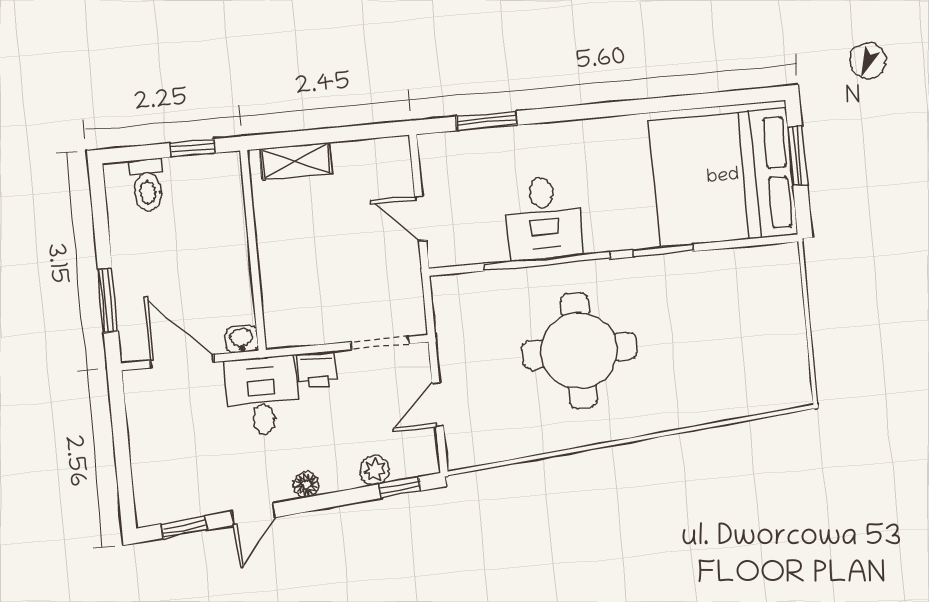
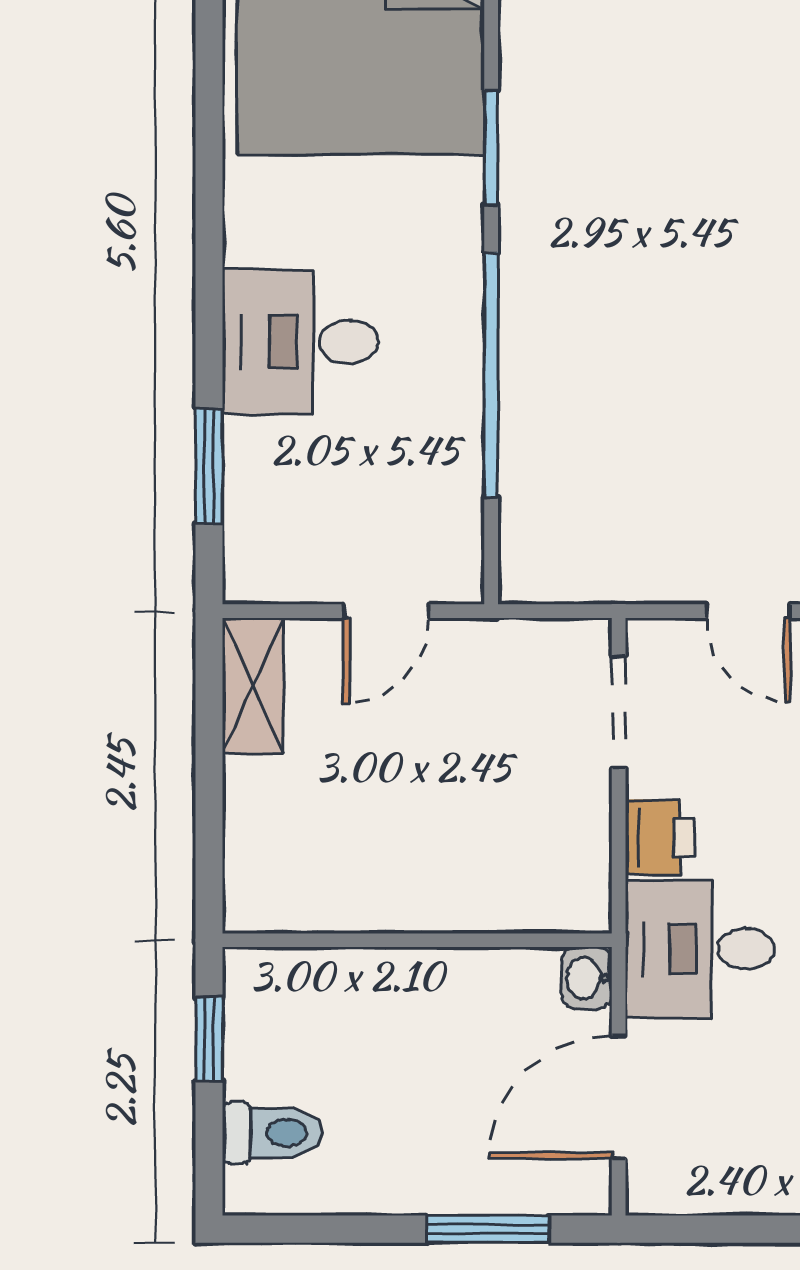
shelving: (296, 161) -> (253, 686), moved
desk: (544, 218) -> (300, 342), moved, turned 180
round table: (579, 350) -> (669, 329), removed

